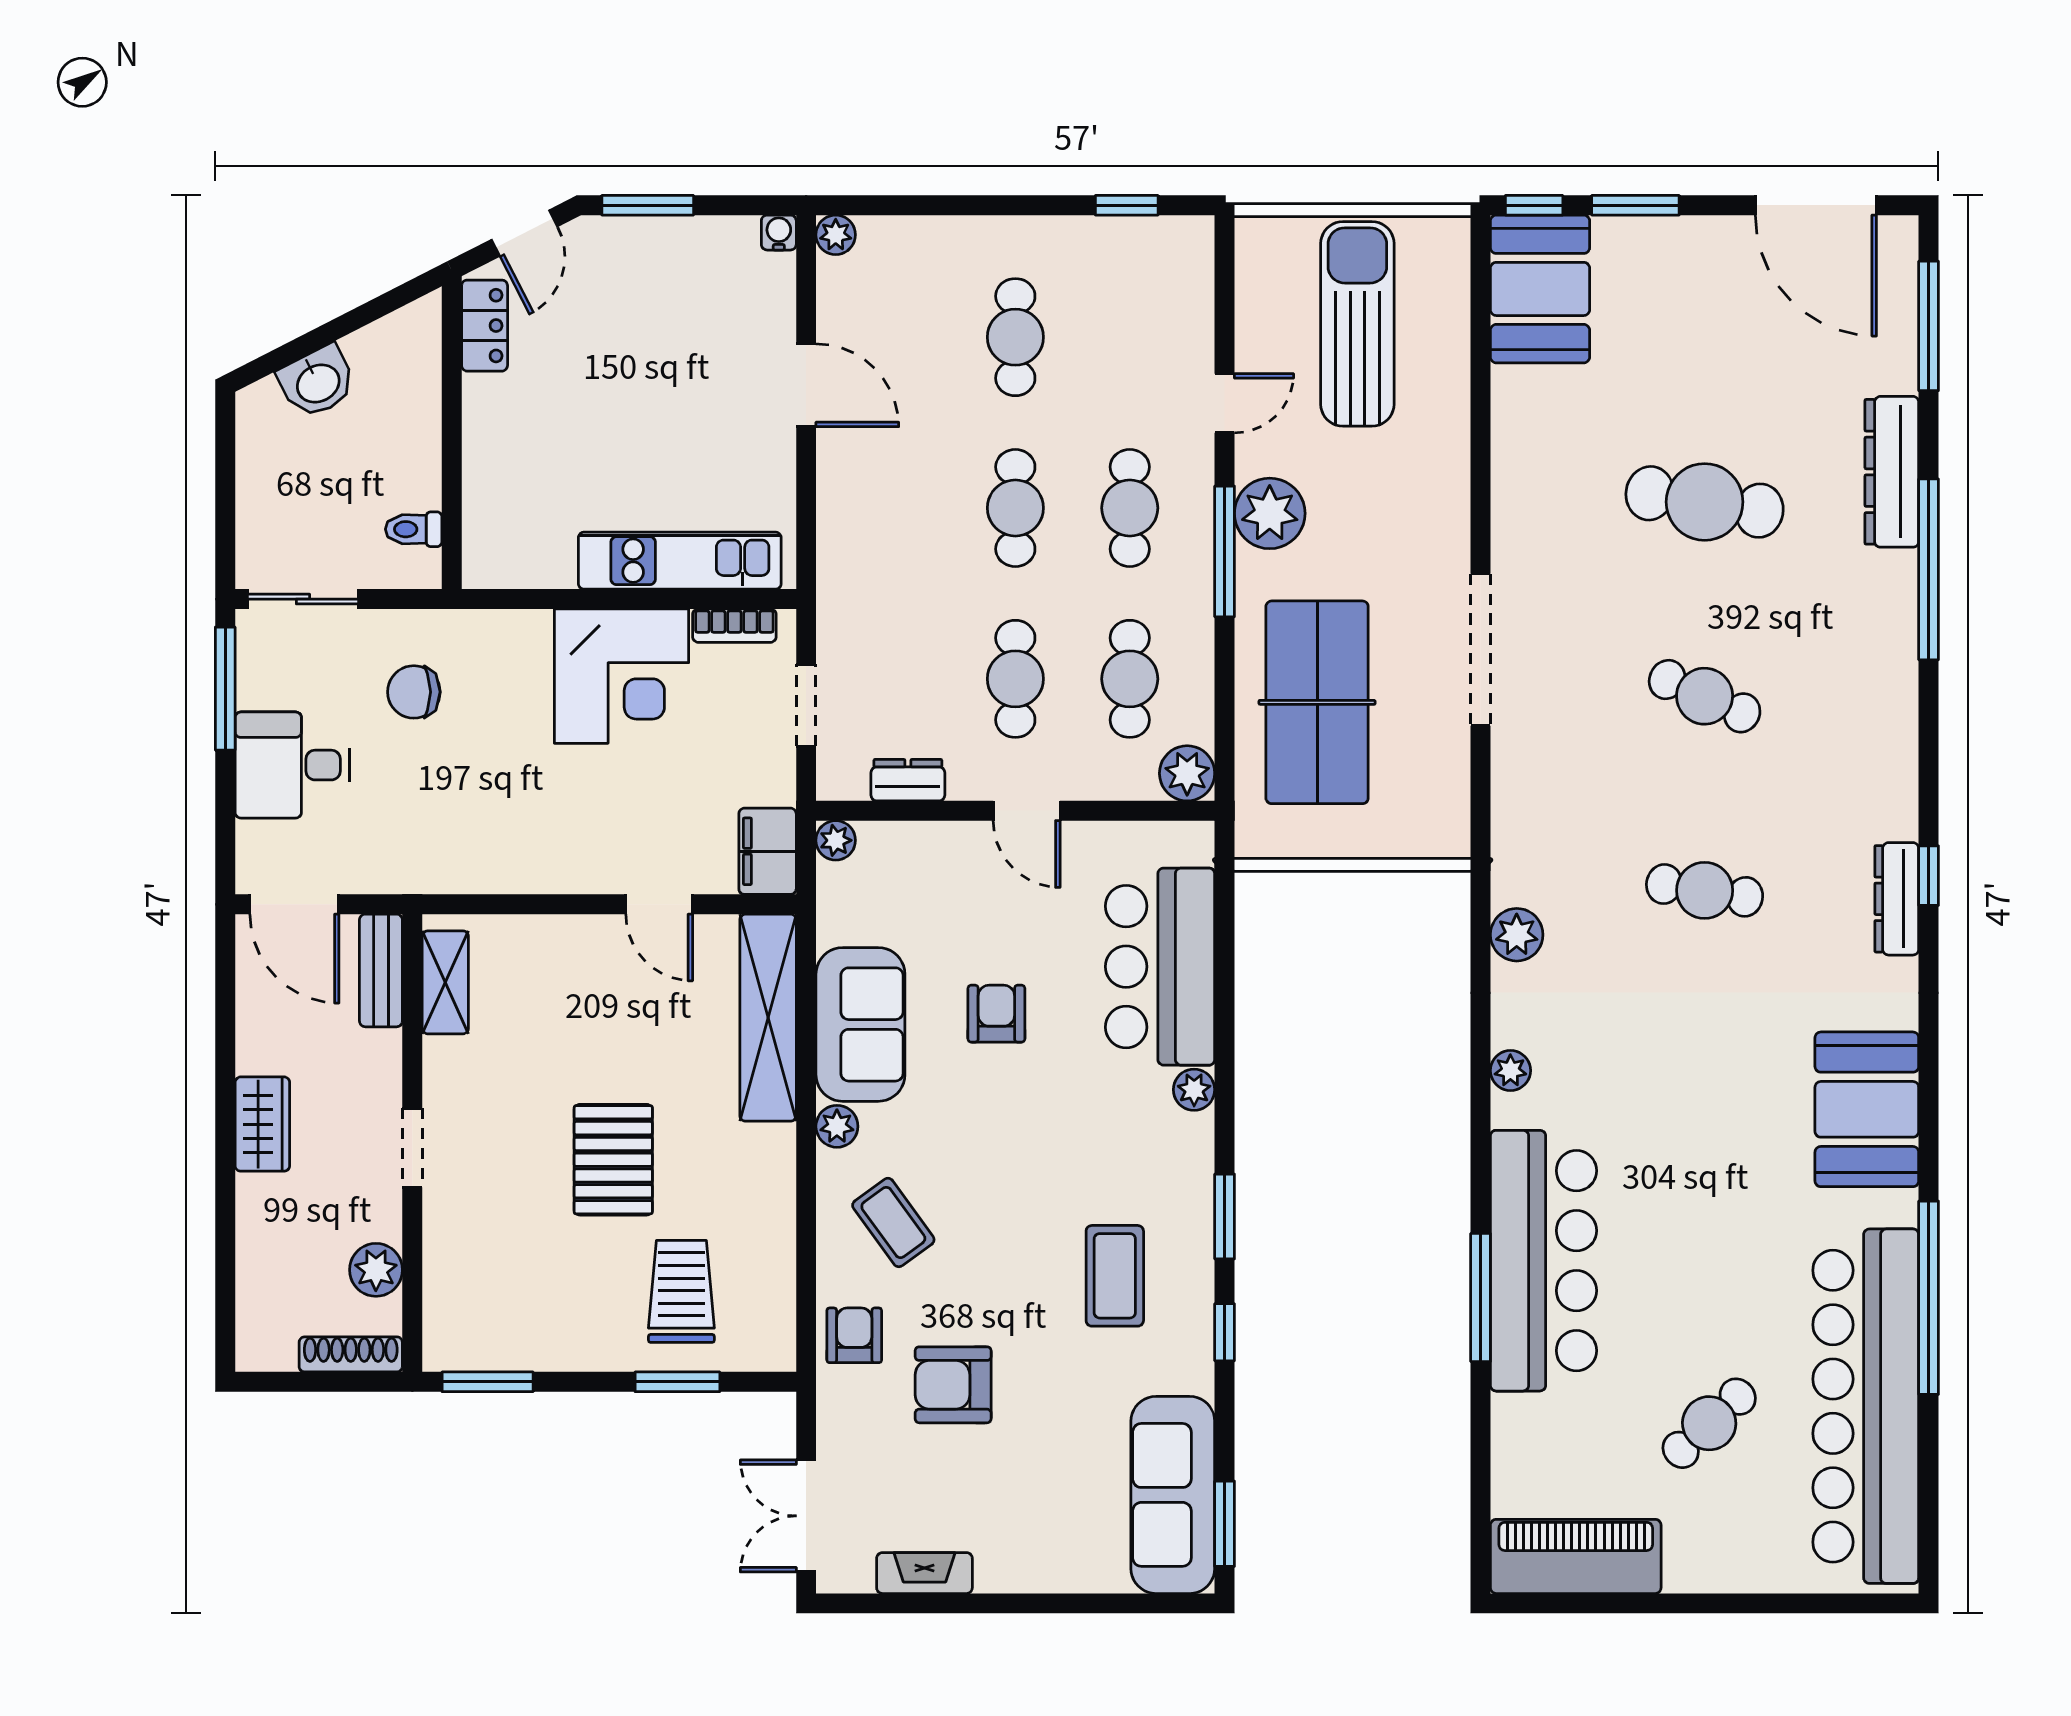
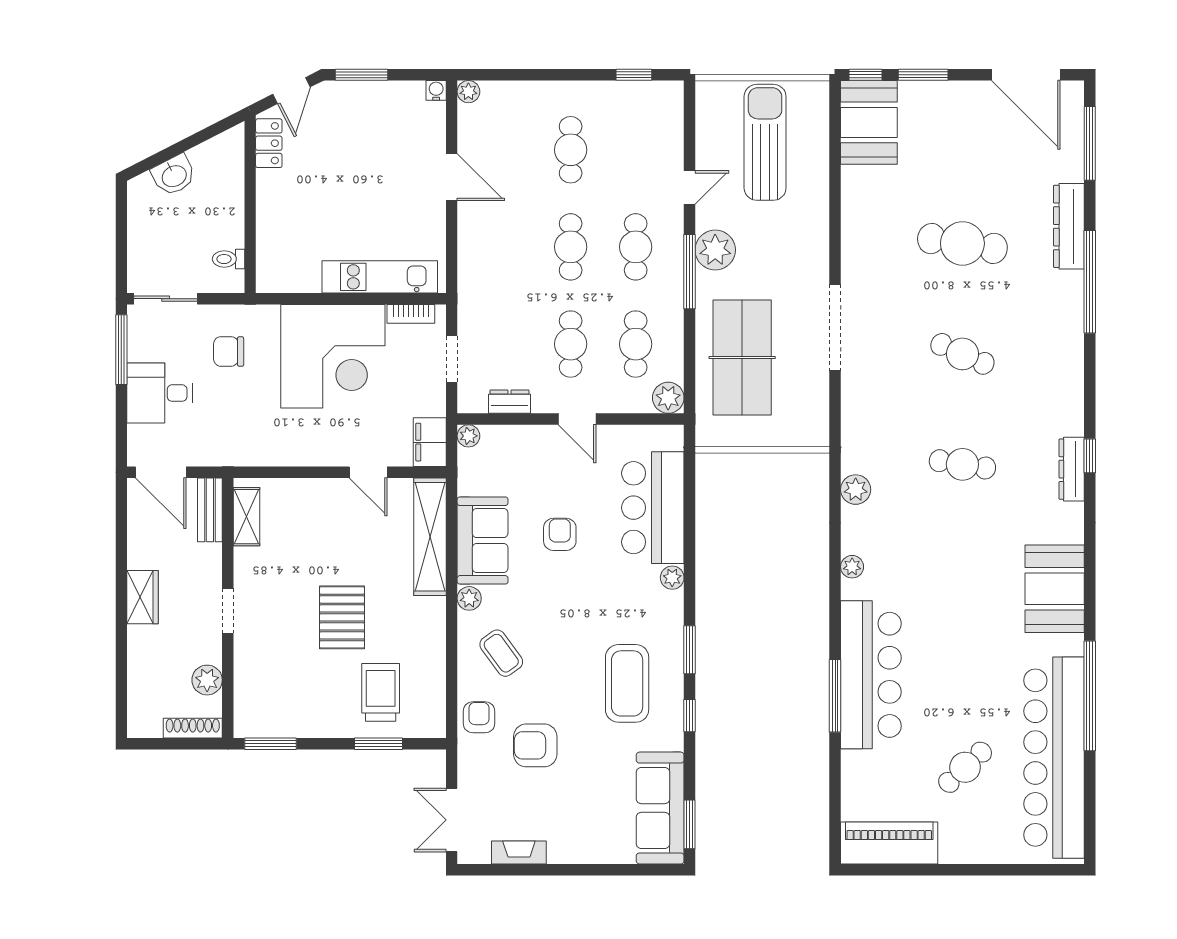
corner desk: (621, 676) -> (333, 356), width x1.36, depth x1.36
coffee table: (1115, 1276) -> (627, 683), width x1.36, depth x1.32

